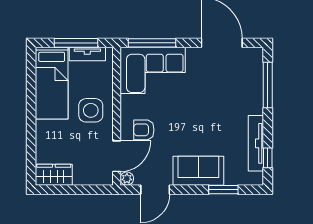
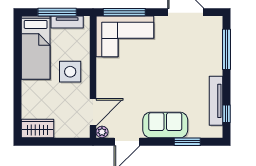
armchair: (144, 130) -> (117, 89), removed

